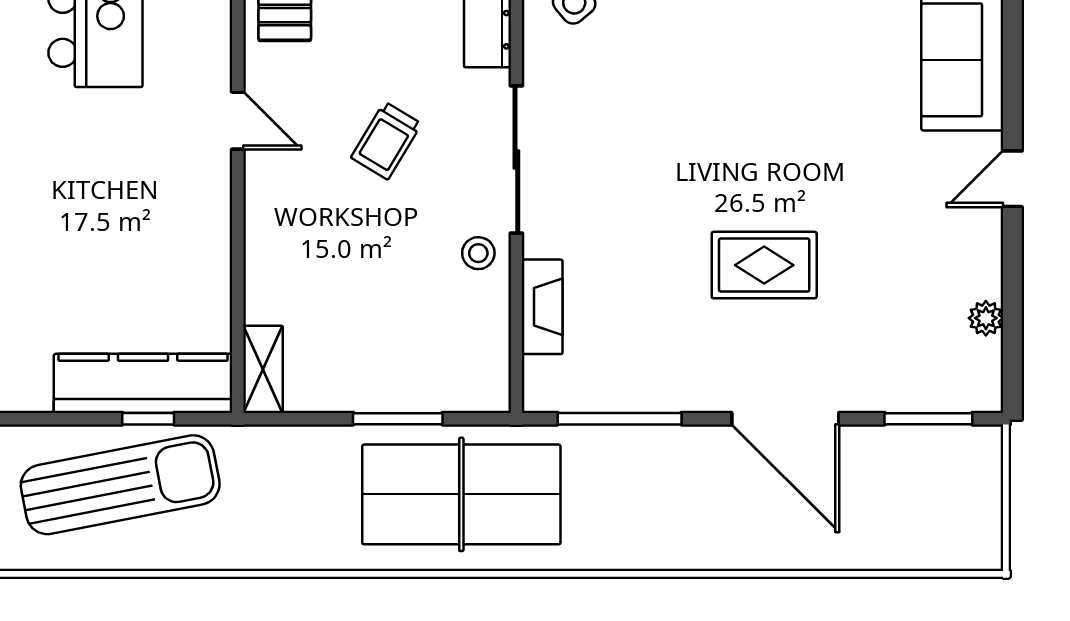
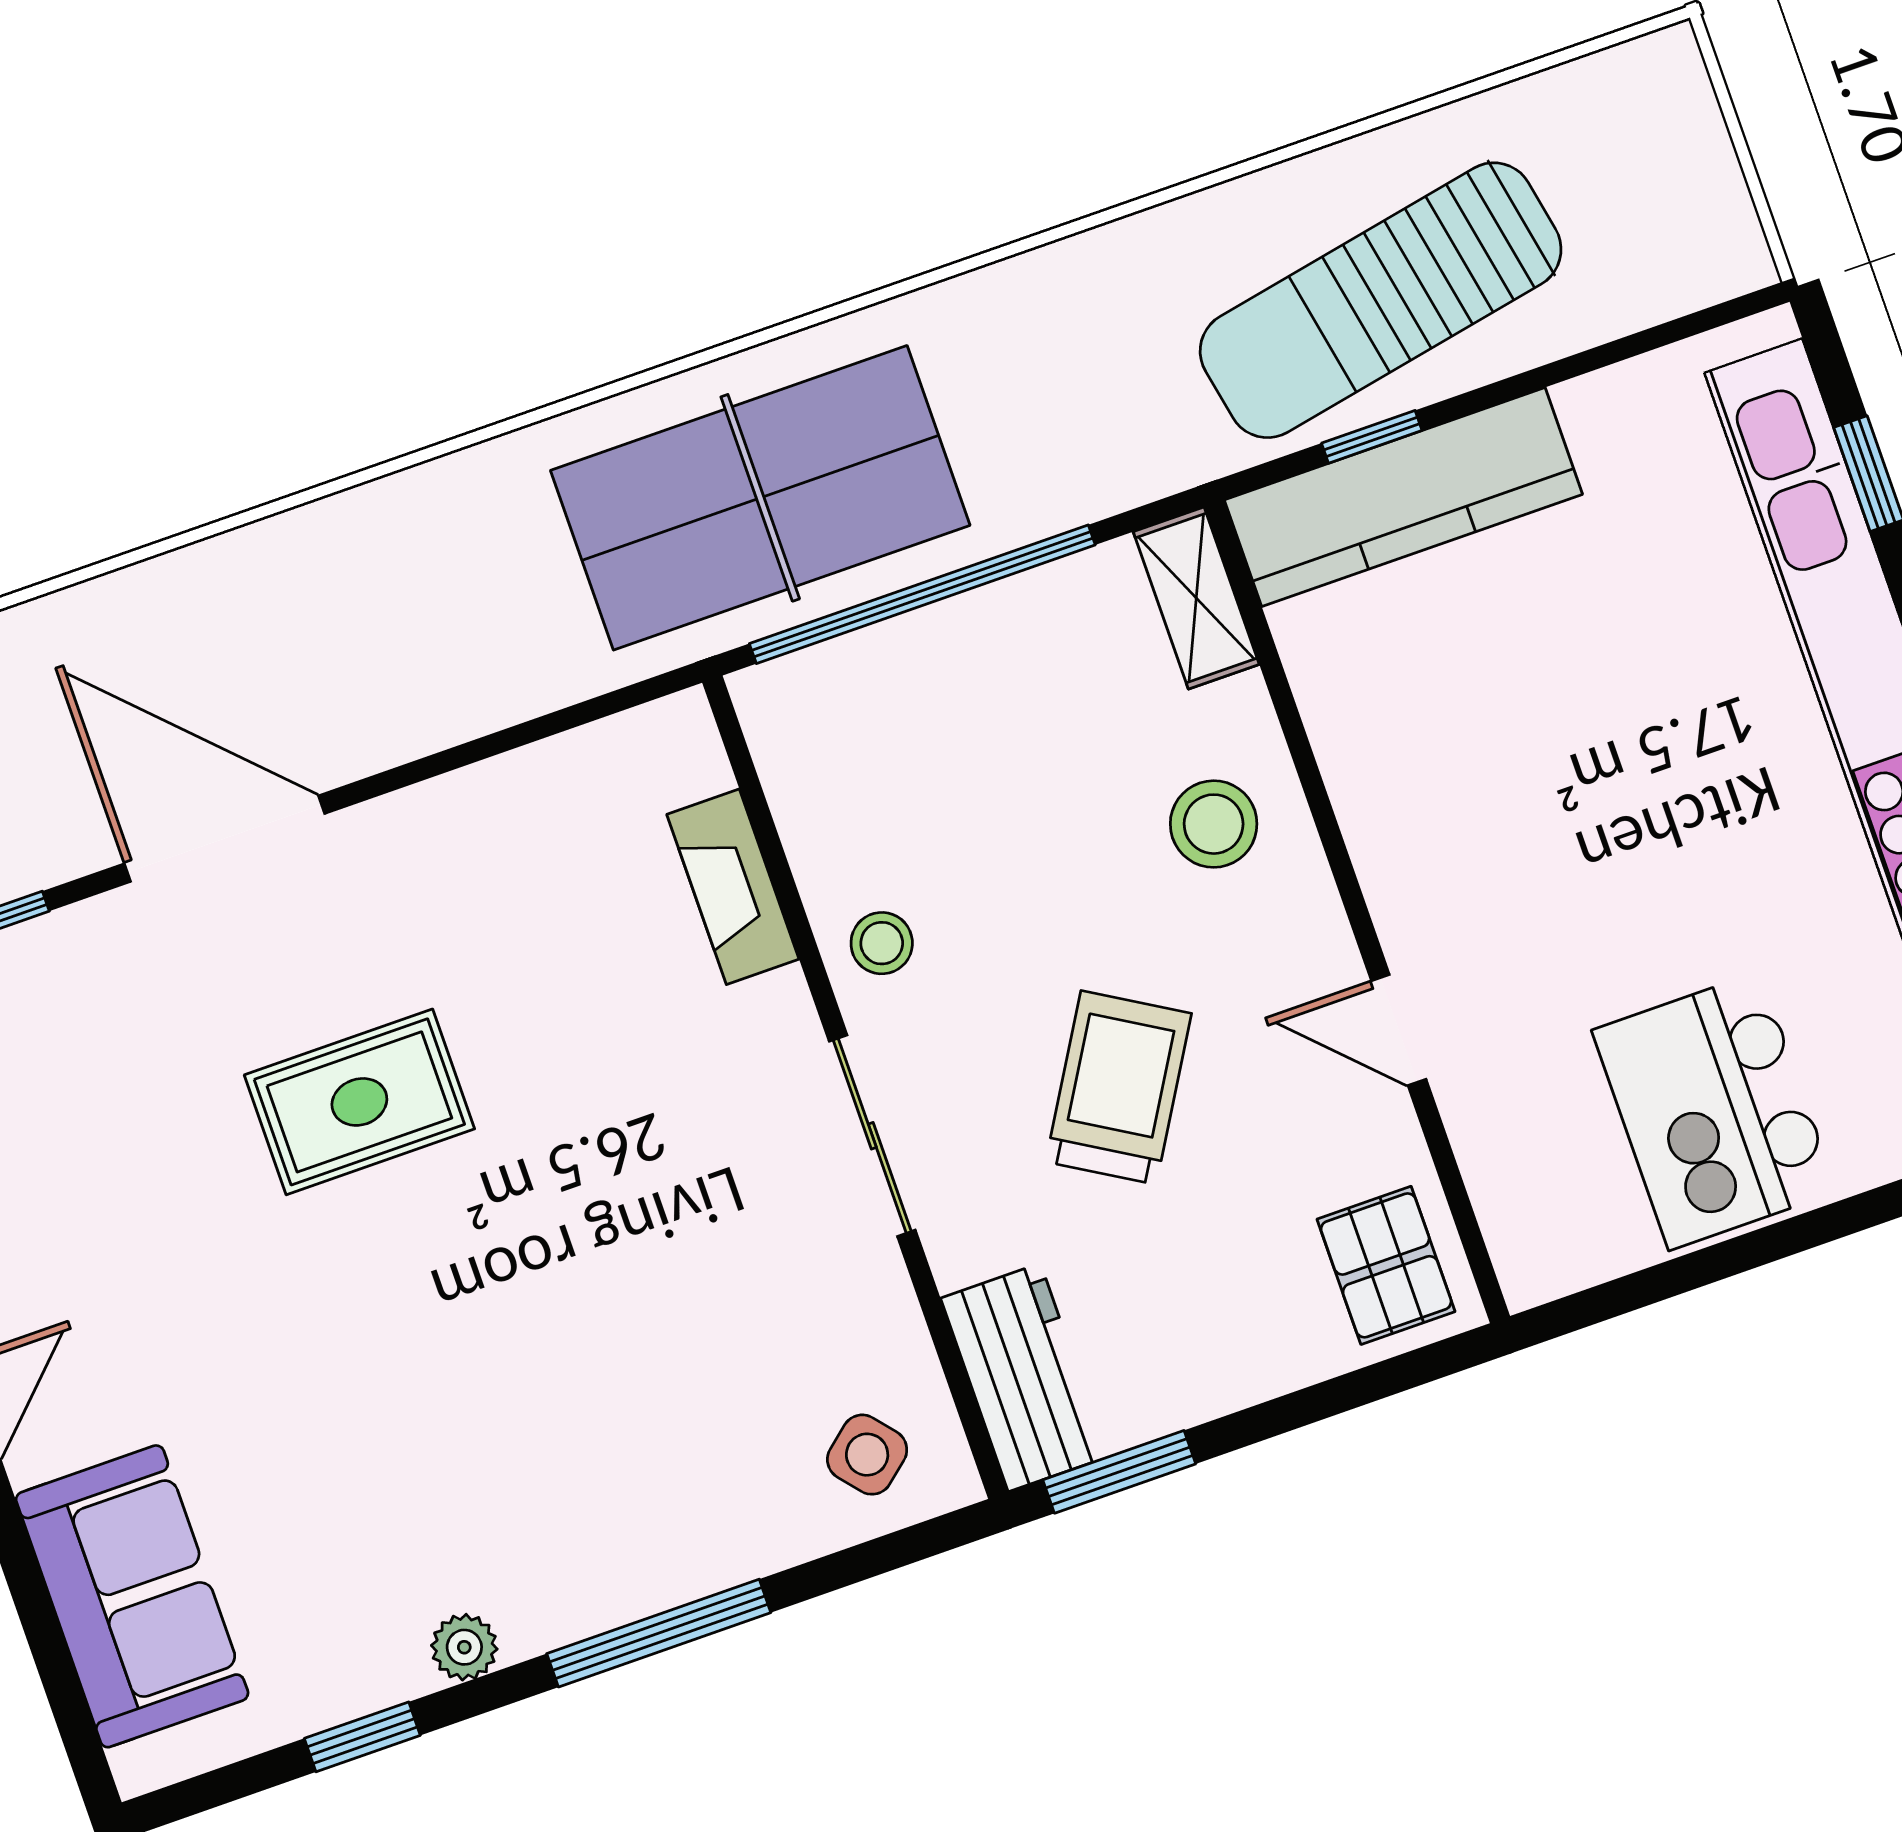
trolley: (386, 141) -> (1119, 1088), width x1.36, depth x1.39
sliding door: (516, 160) -> (872, 1136), width x0.73
stool: (294, 255) -> (1214, 824), added
window: (398, 419) -> (922, 594), width x2.11
window: (620, 419) -> (523, 734), removed

